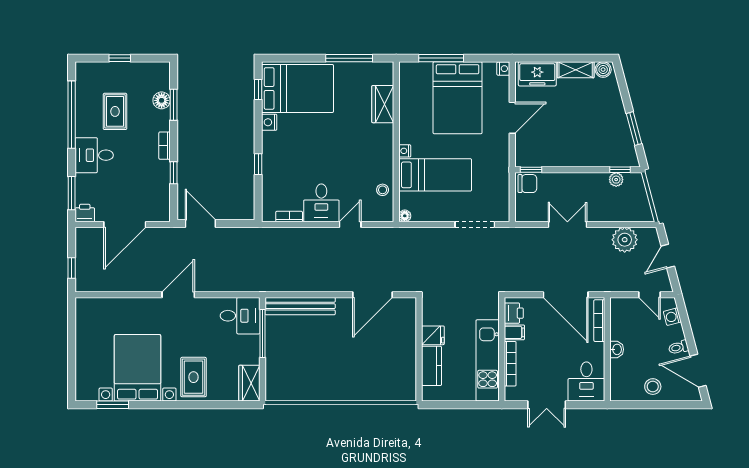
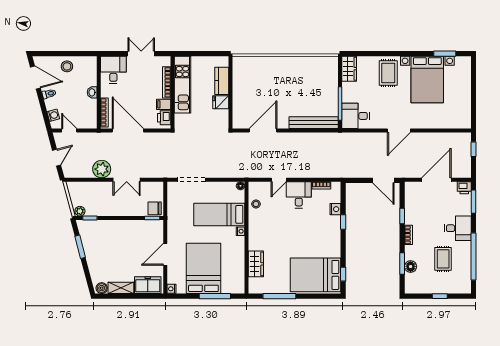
nightstand: (269, 122) -> (335, 209), moved
plant: (616, 180) -> (80, 211), moved
plant: (625, 240) -> (102, 169), moved

